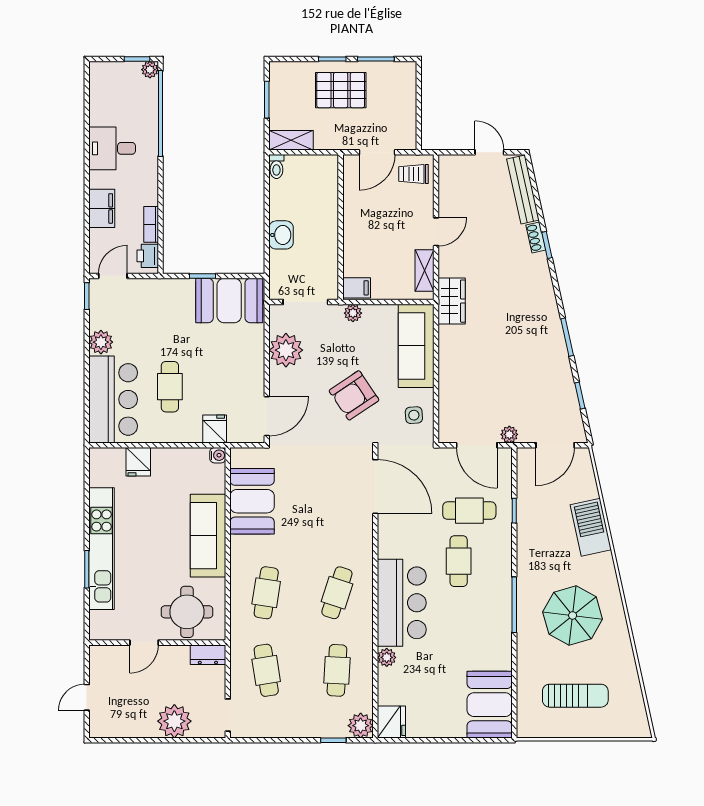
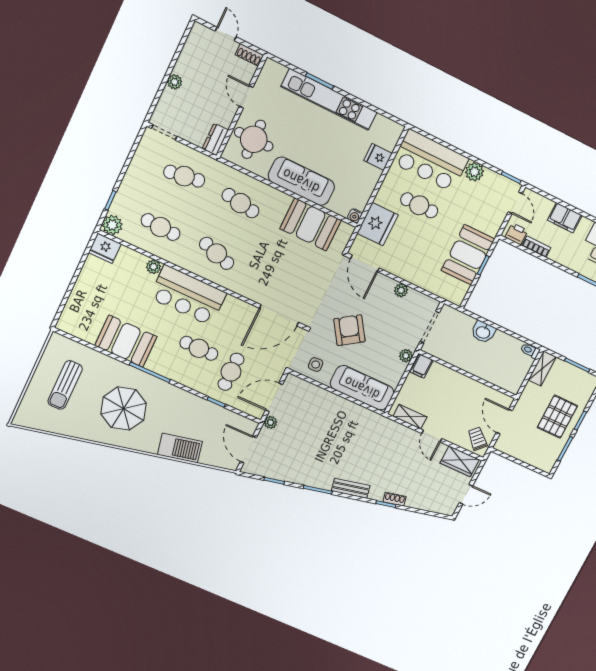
trolley: (414, 174) -> (478, 439), turned -46
bench: (523, 189) -> (351, 488), moved, width x0.73
booth: (229, 301) -> (468, 255), moved
wardrobe: (452, 301) -> (460, 461), moved
plant: (286, 350) -> (401, 290), width x0.53, depth x0.53
fridge: (215, 429) -> (377, 224), width x1.88, depth x1.34
shoe rack: (97, 661) -> (249, 55), added
booth: (490, 705) -> (126, 341), moved
plant: (174, 721) -> (175, 82), width x0.53, depth x0.53

